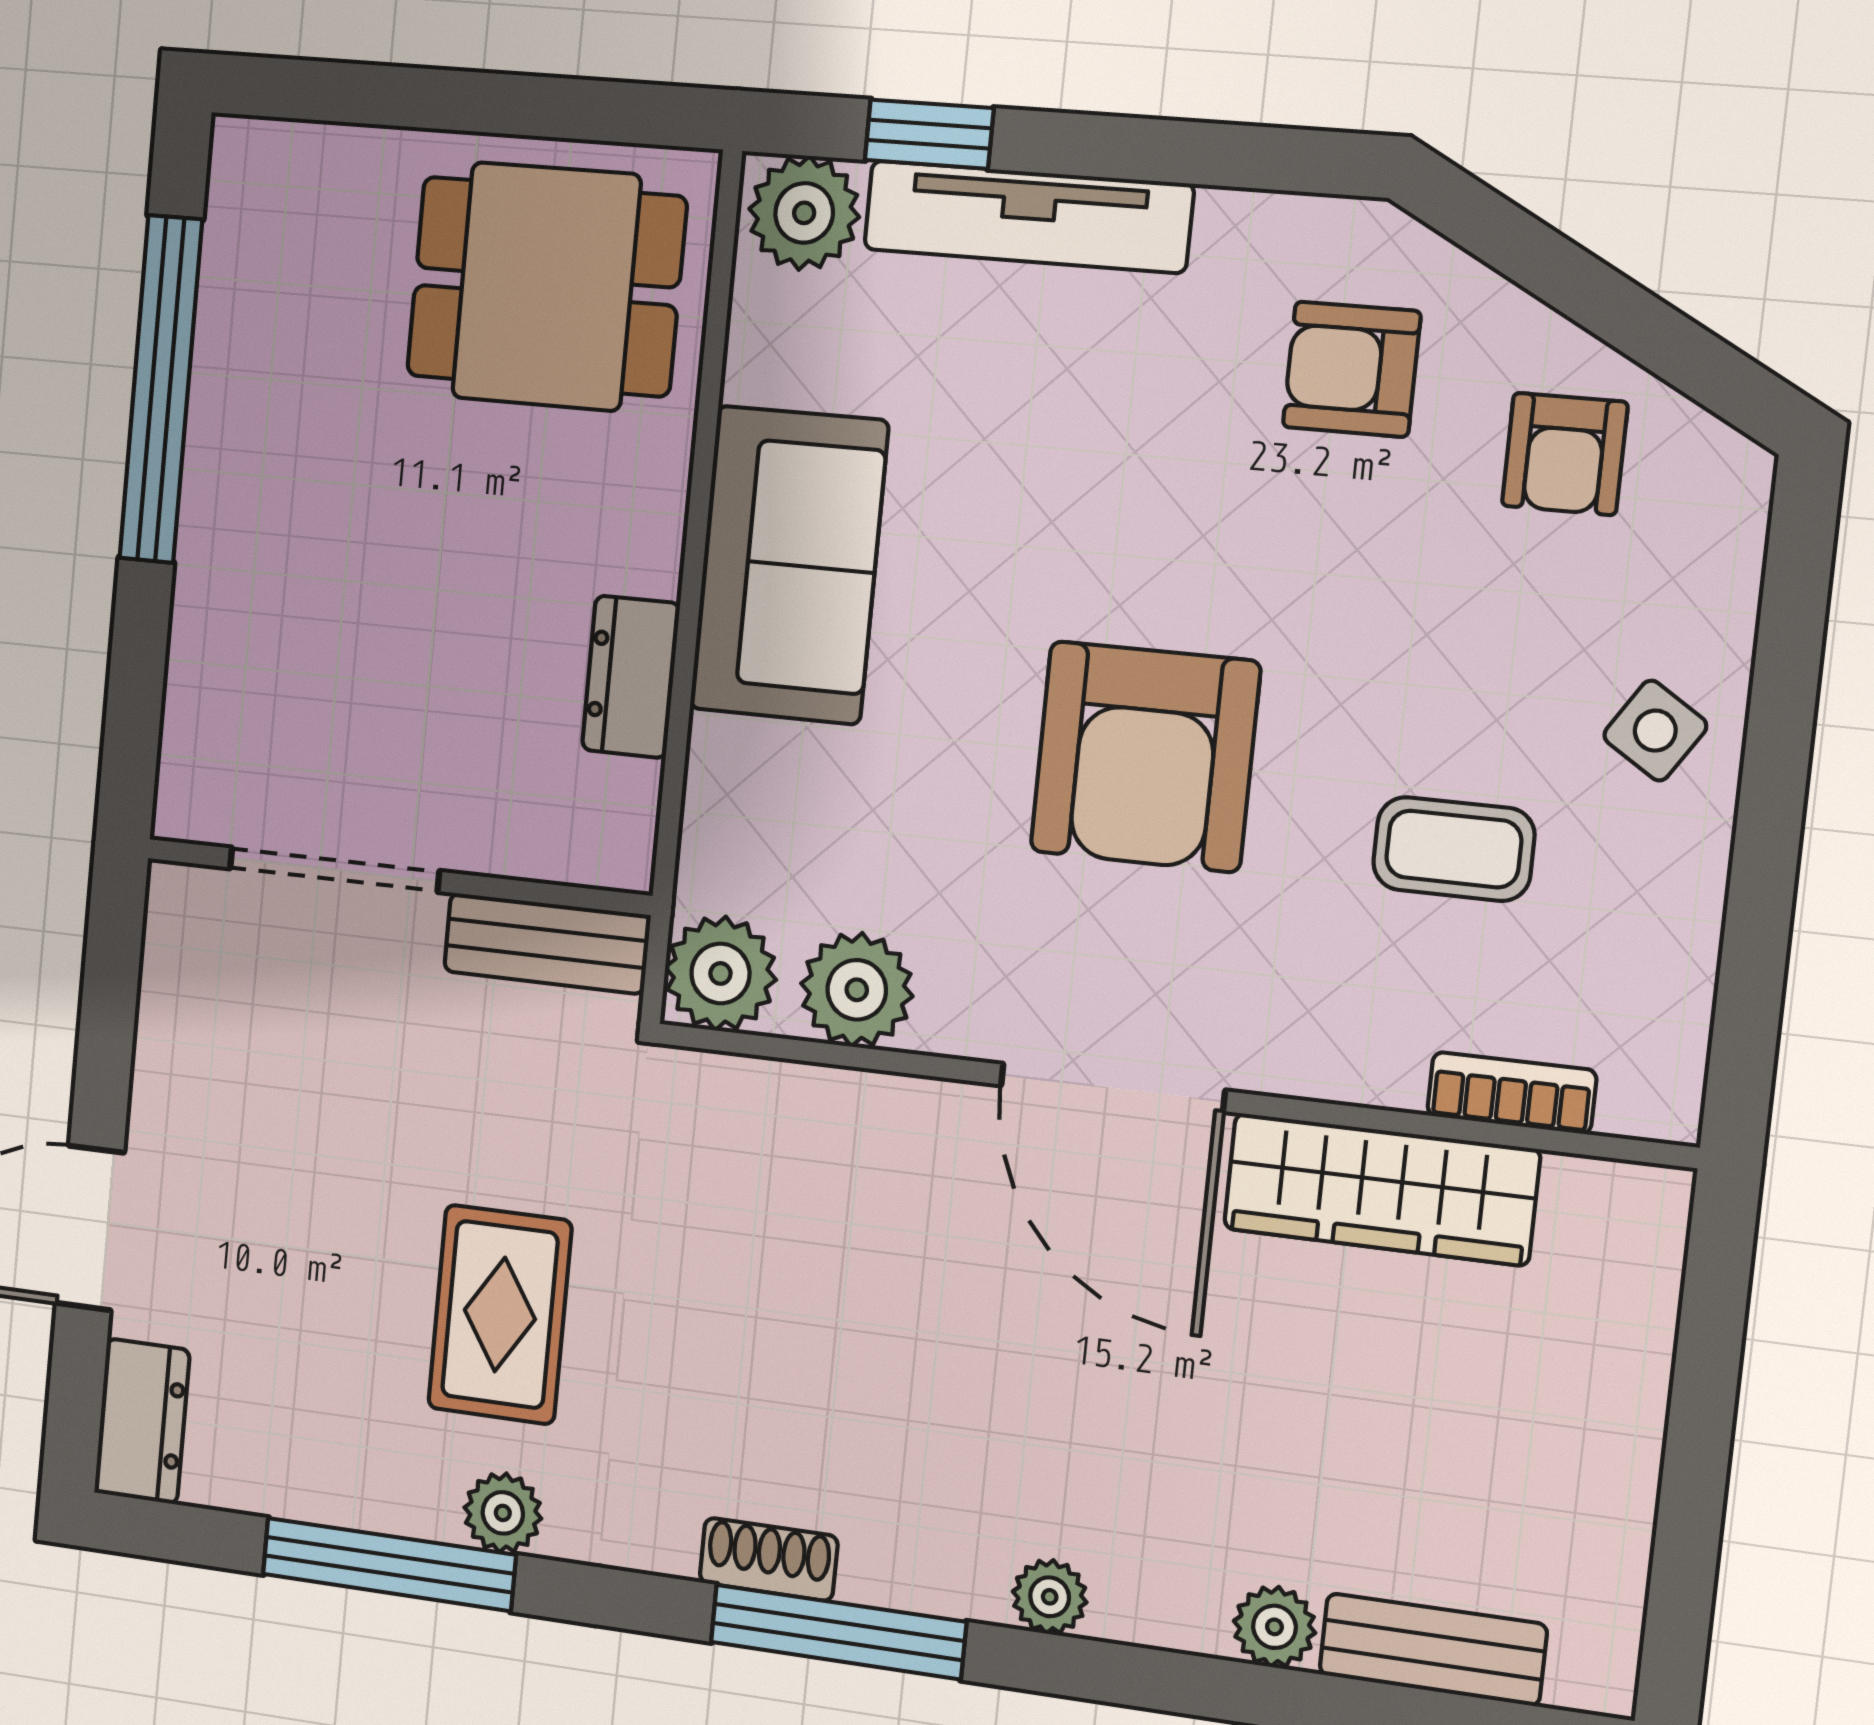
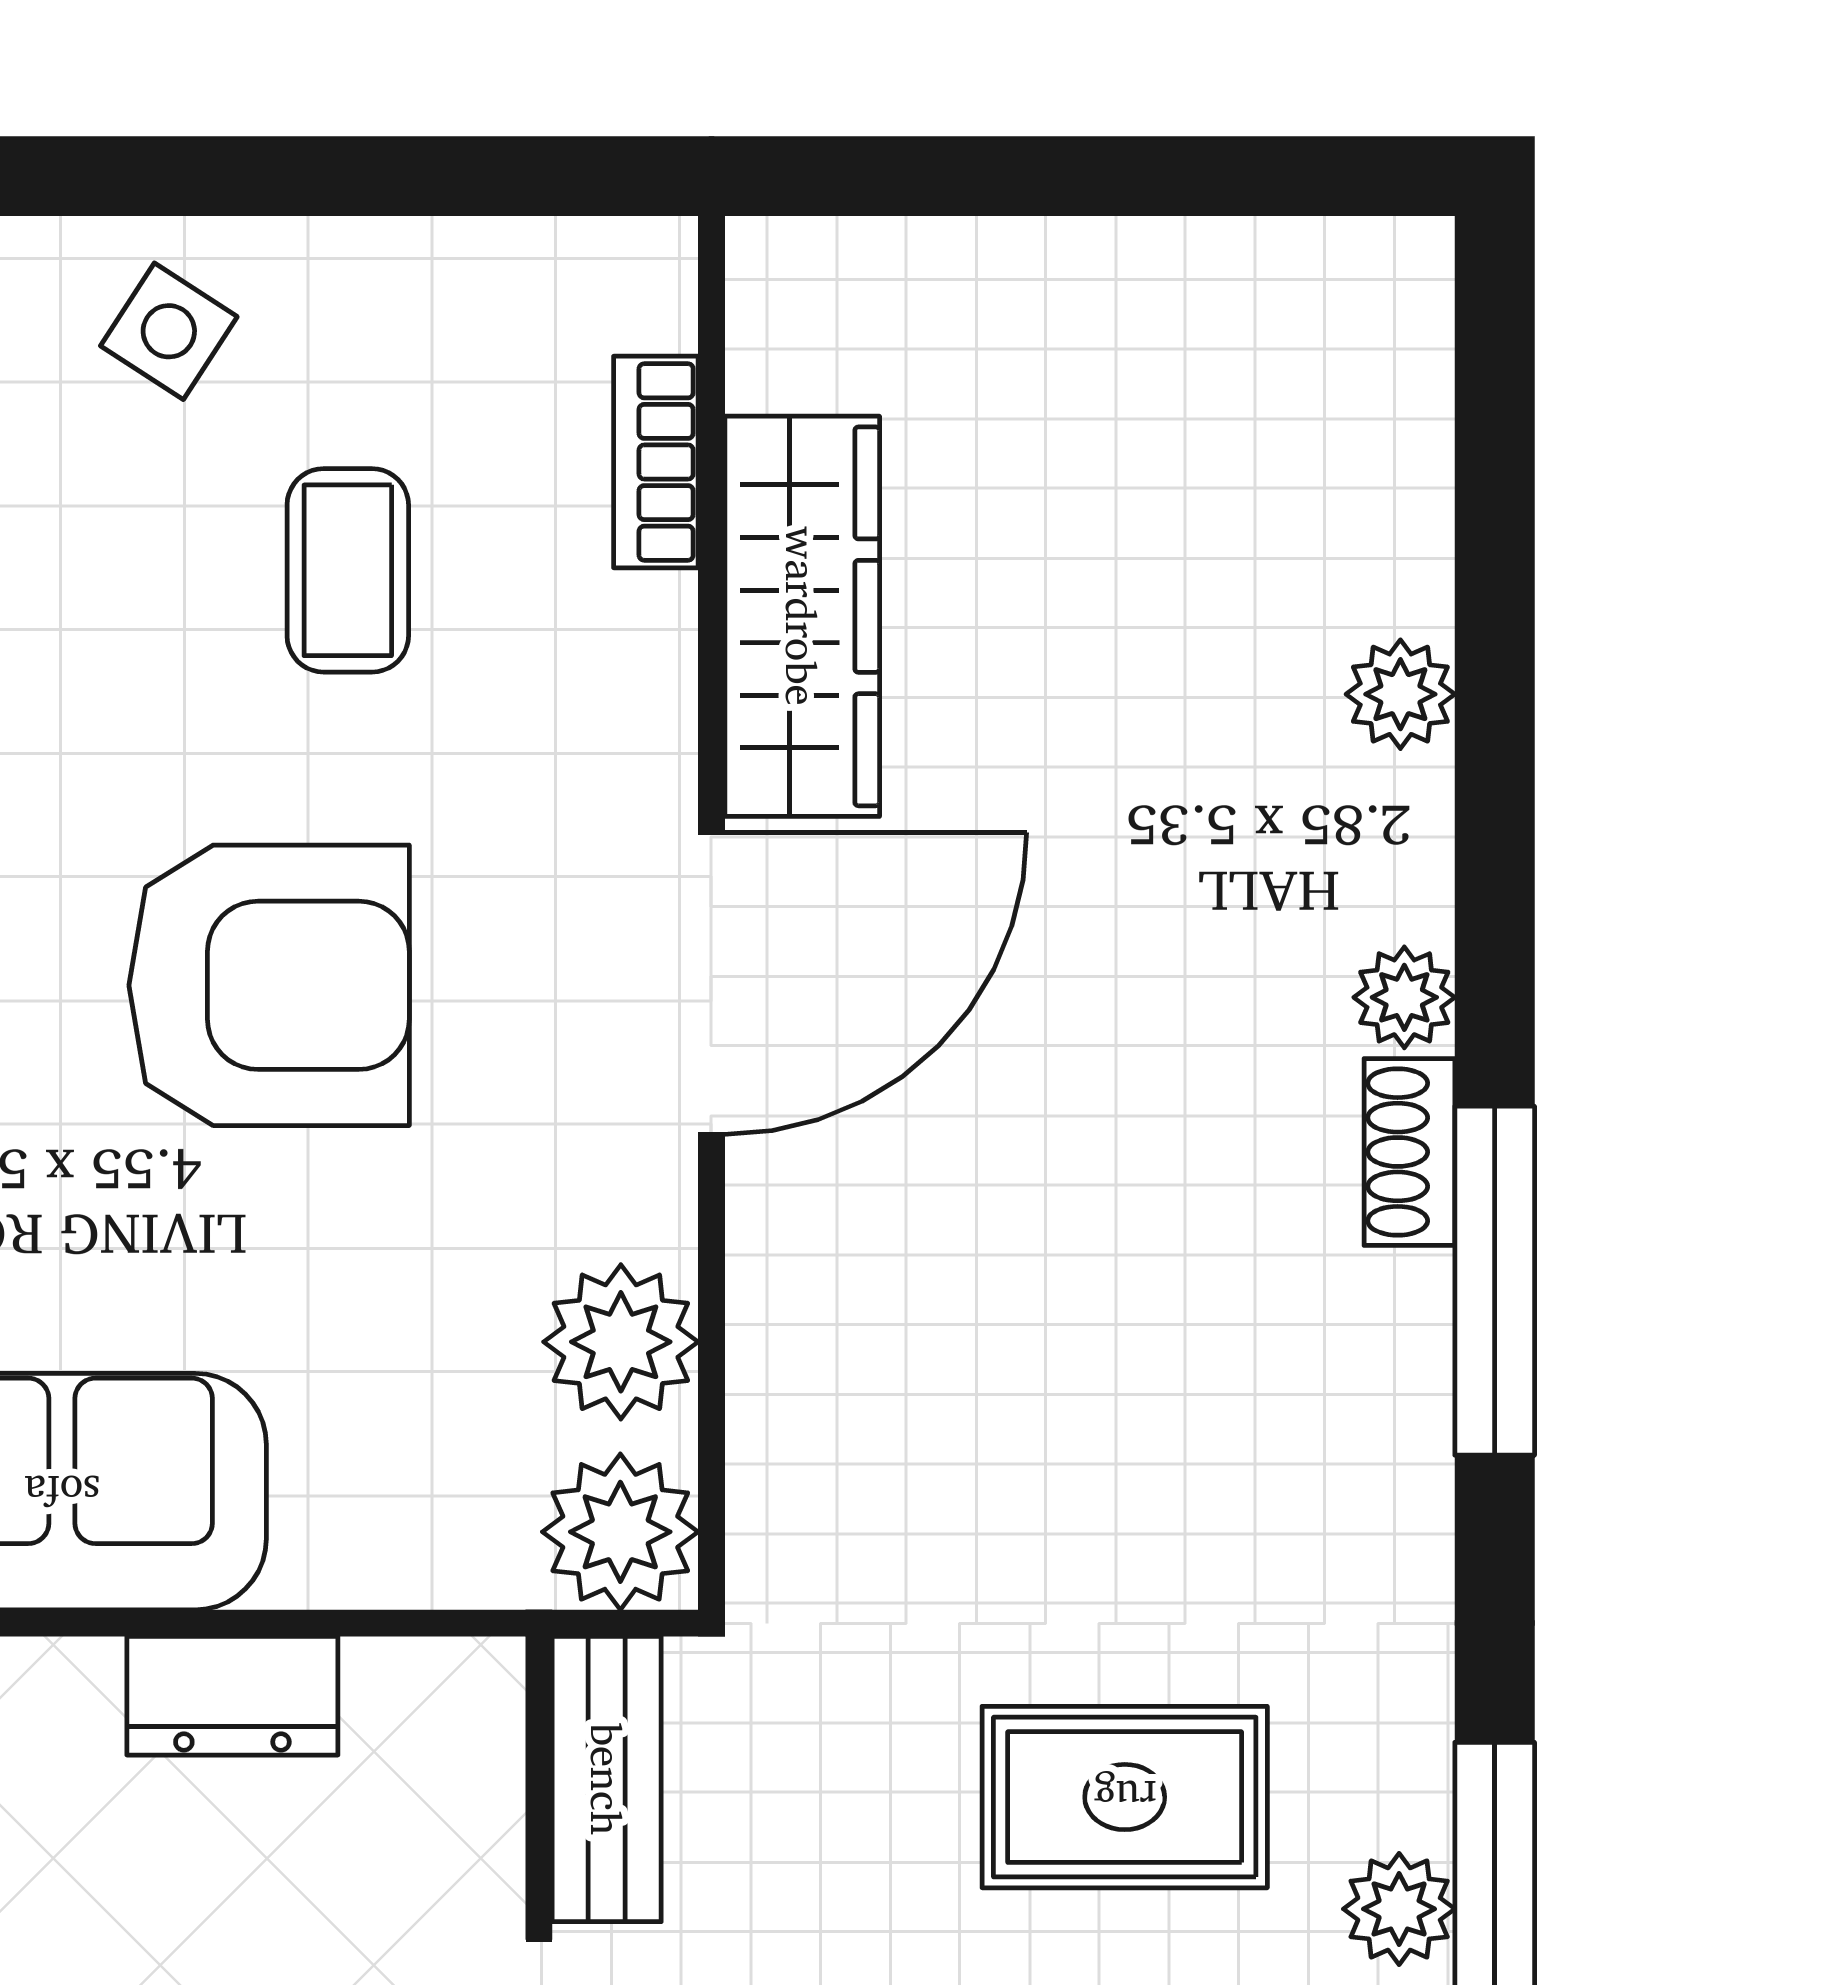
plant: (503, 1513) -> (1399, 1909), moved
shoe rack: (769, 1559) -> (1409, 1152), moved
bench: (1433, 1650) -> (1400, 485), removed

